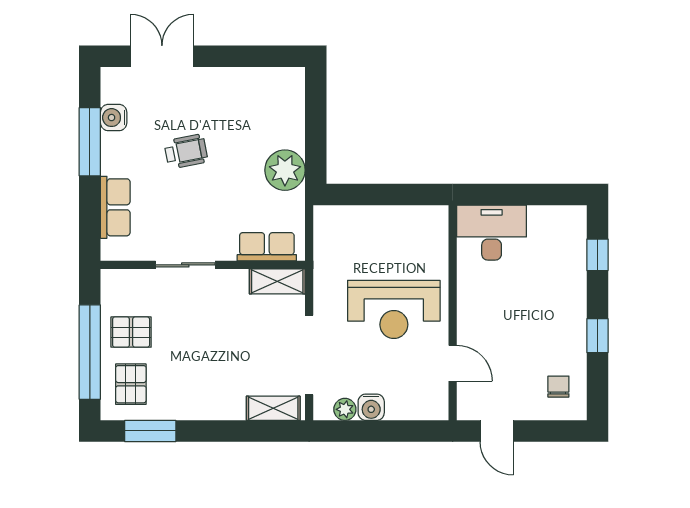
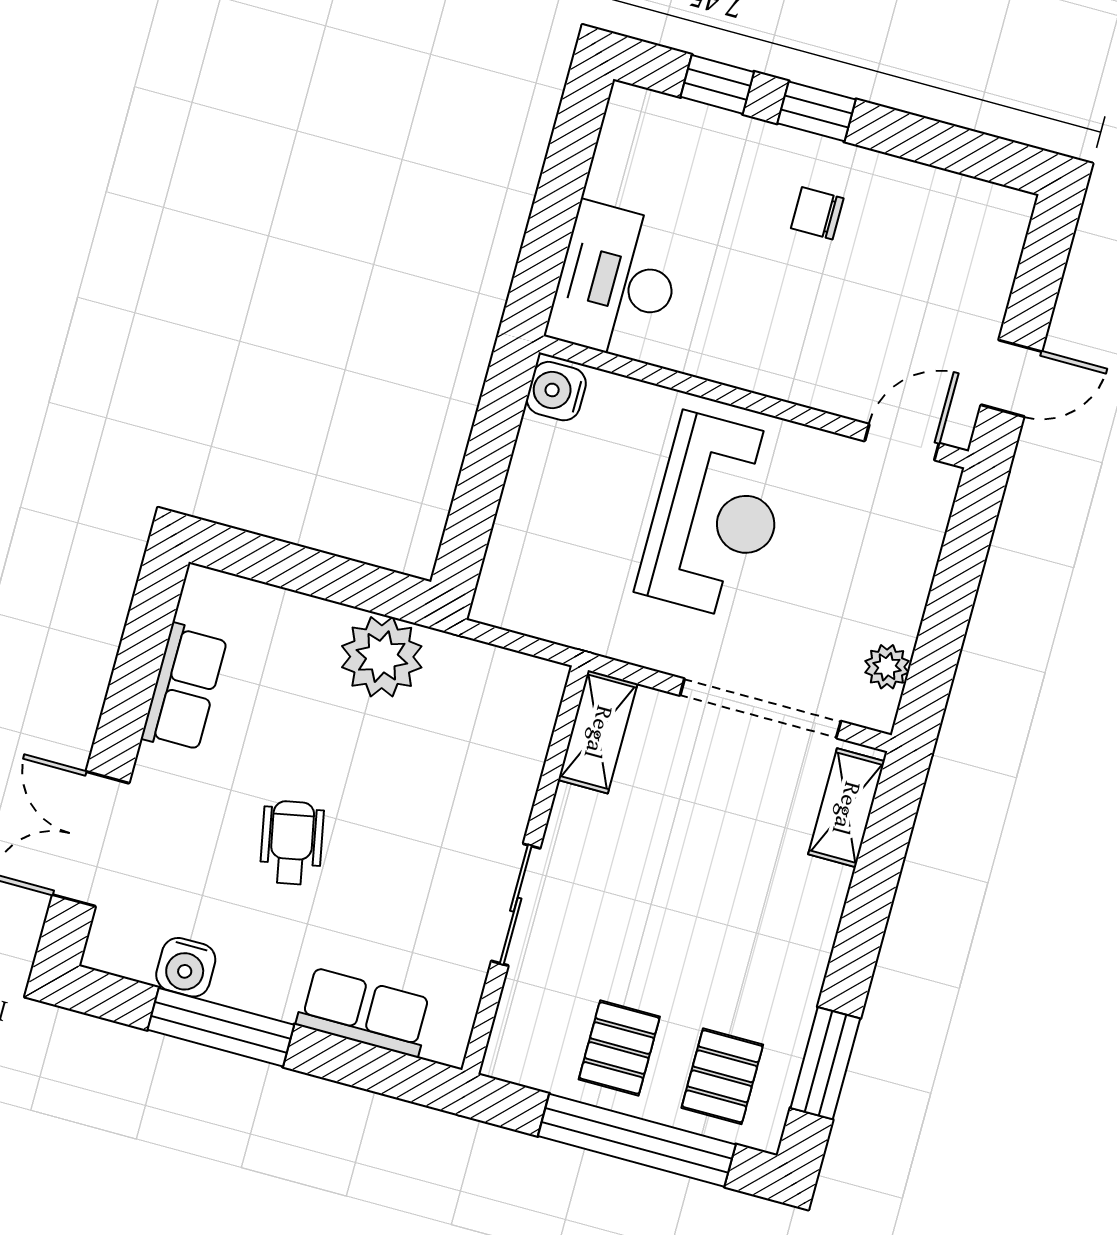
row of seats: (267, 247) -> (184, 688), moved, turned 180
window: (597, 336) -> (817, 111), moved
door: (453, 363) -> (902, 442), moved
pallet: (131, 384) -> (722, 1076), turned 90
chair: (558, 387) -> (817, 213), moved
water cooler: (371, 407) -> (556, 391), moved, turned 180

